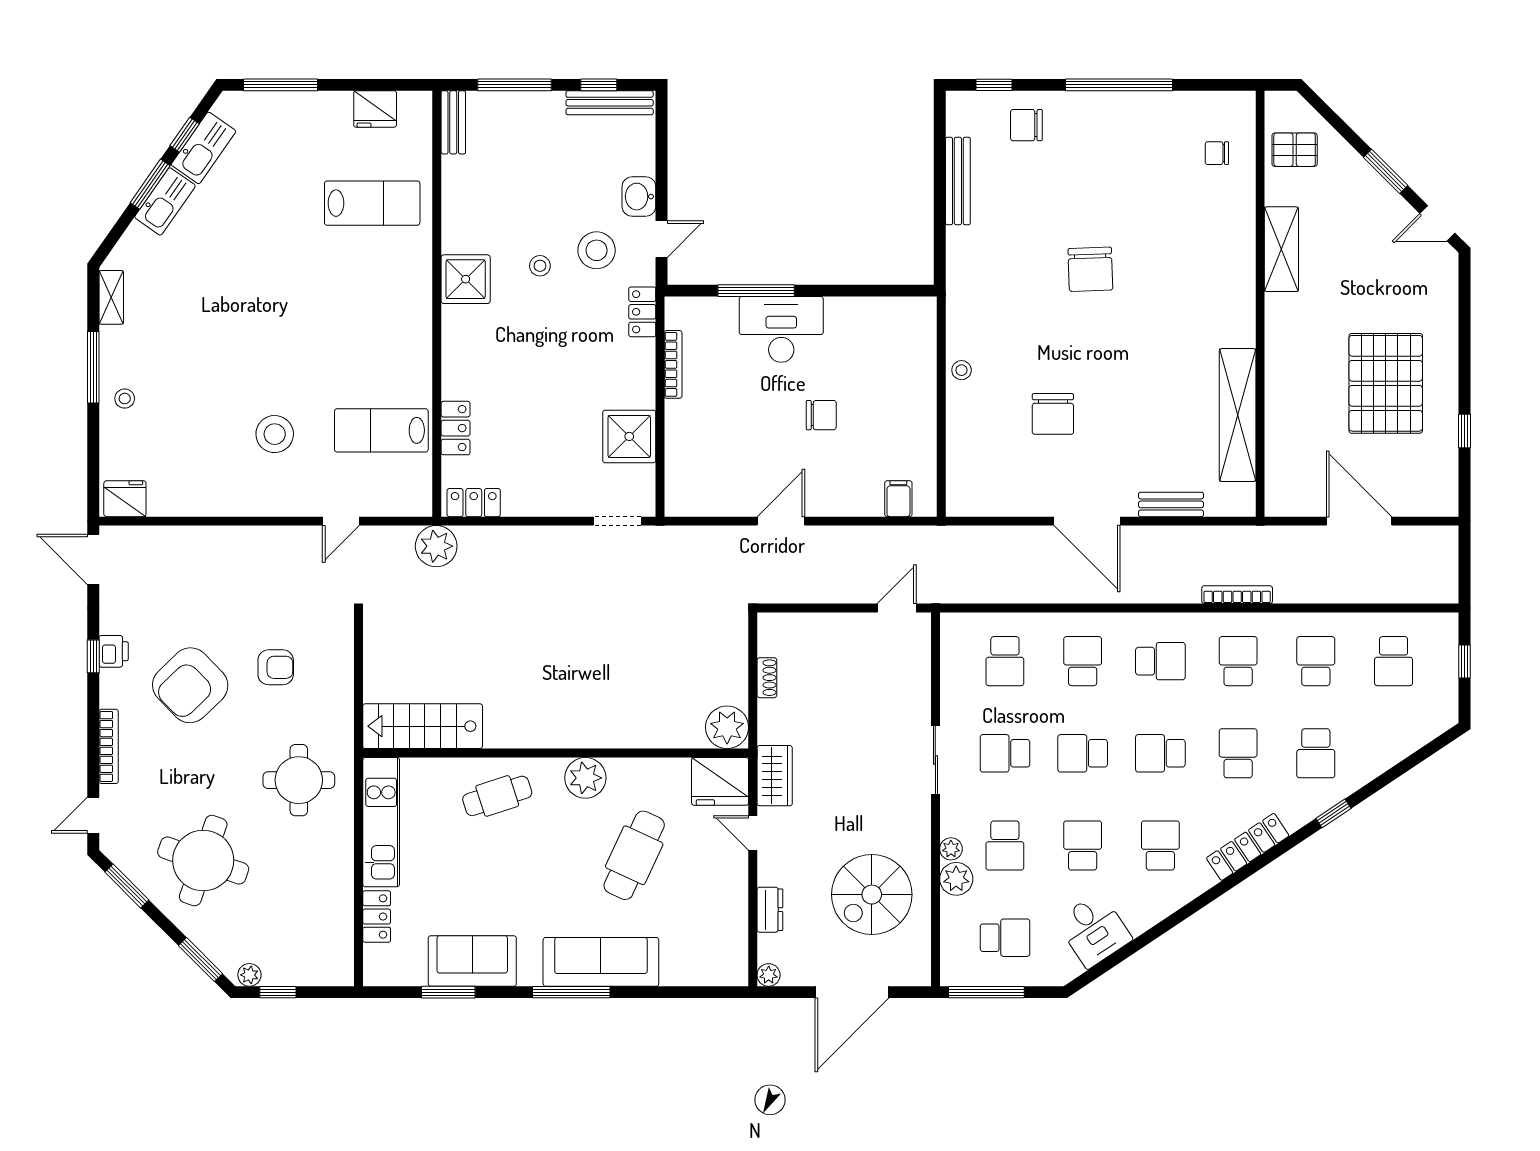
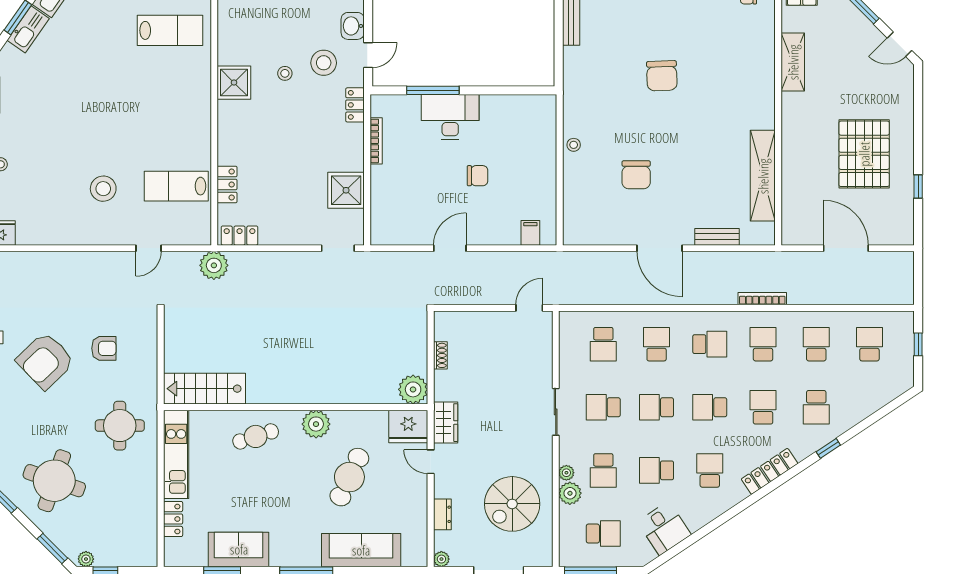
school desk: (1394, 661) -> (869, 344), turned 180
school desk: (1083, 845) -> (657, 470), turned -90
sofa: (601, 962) -> (361, 550), moved

